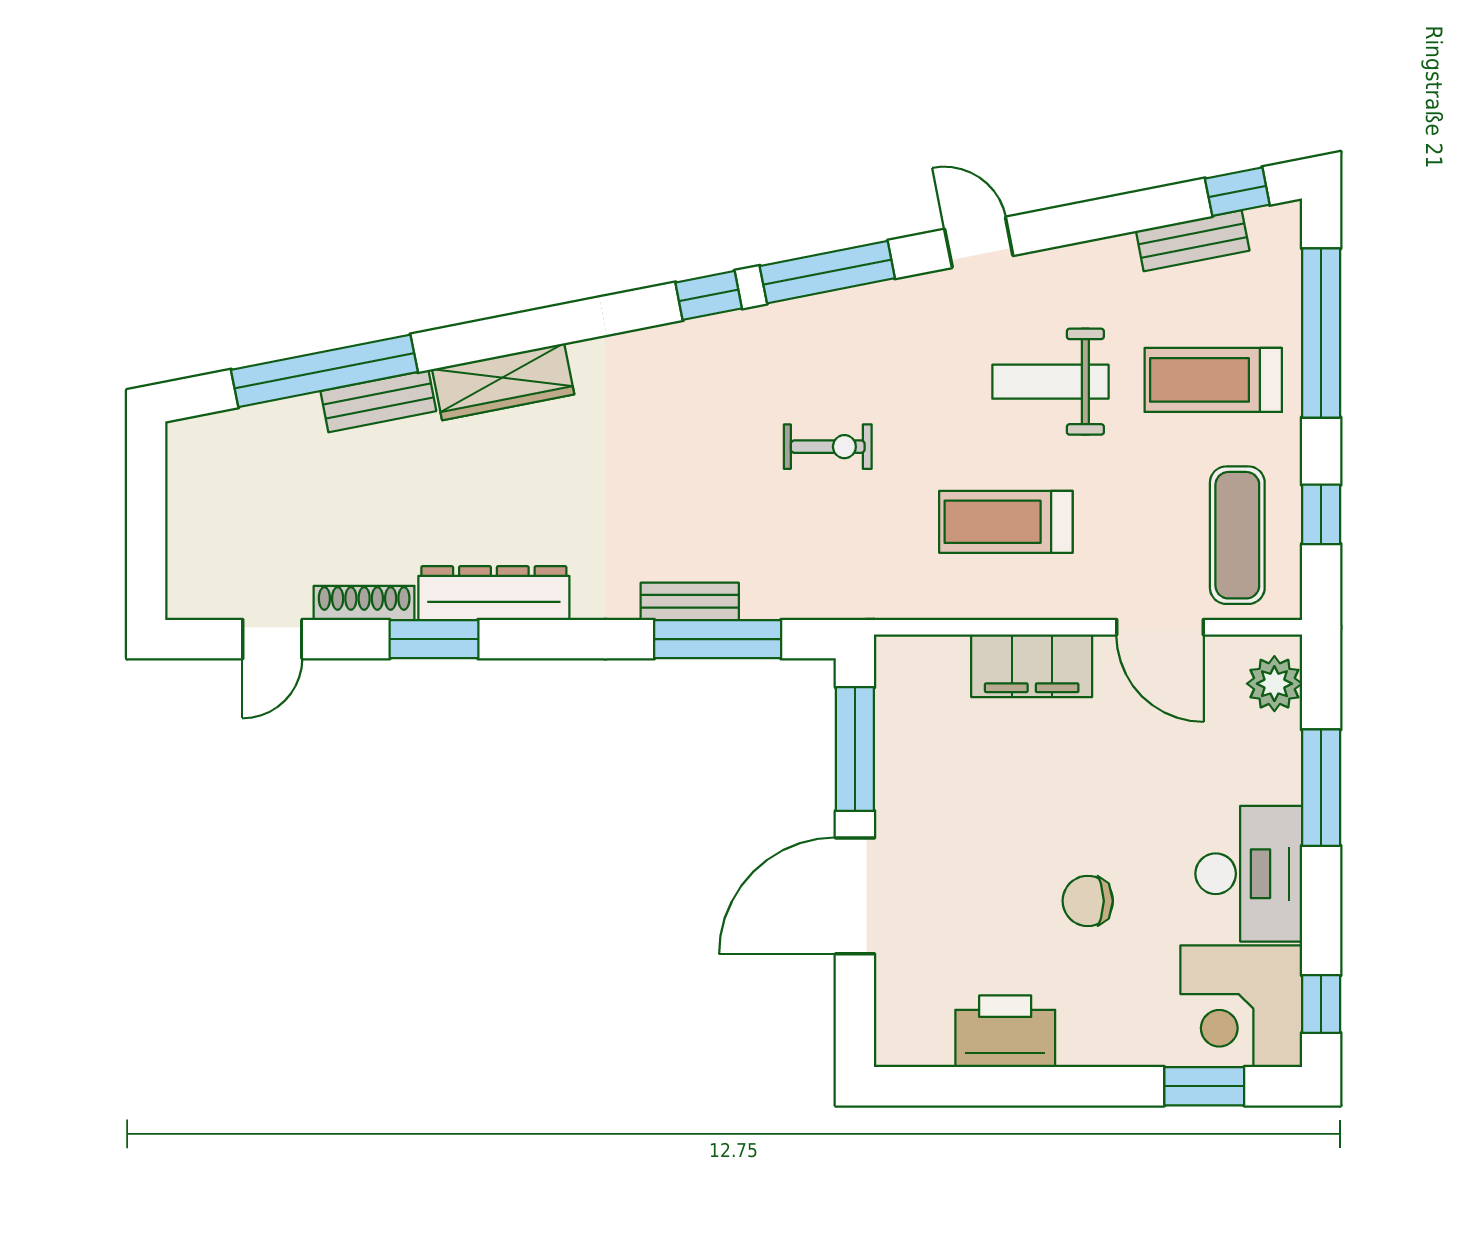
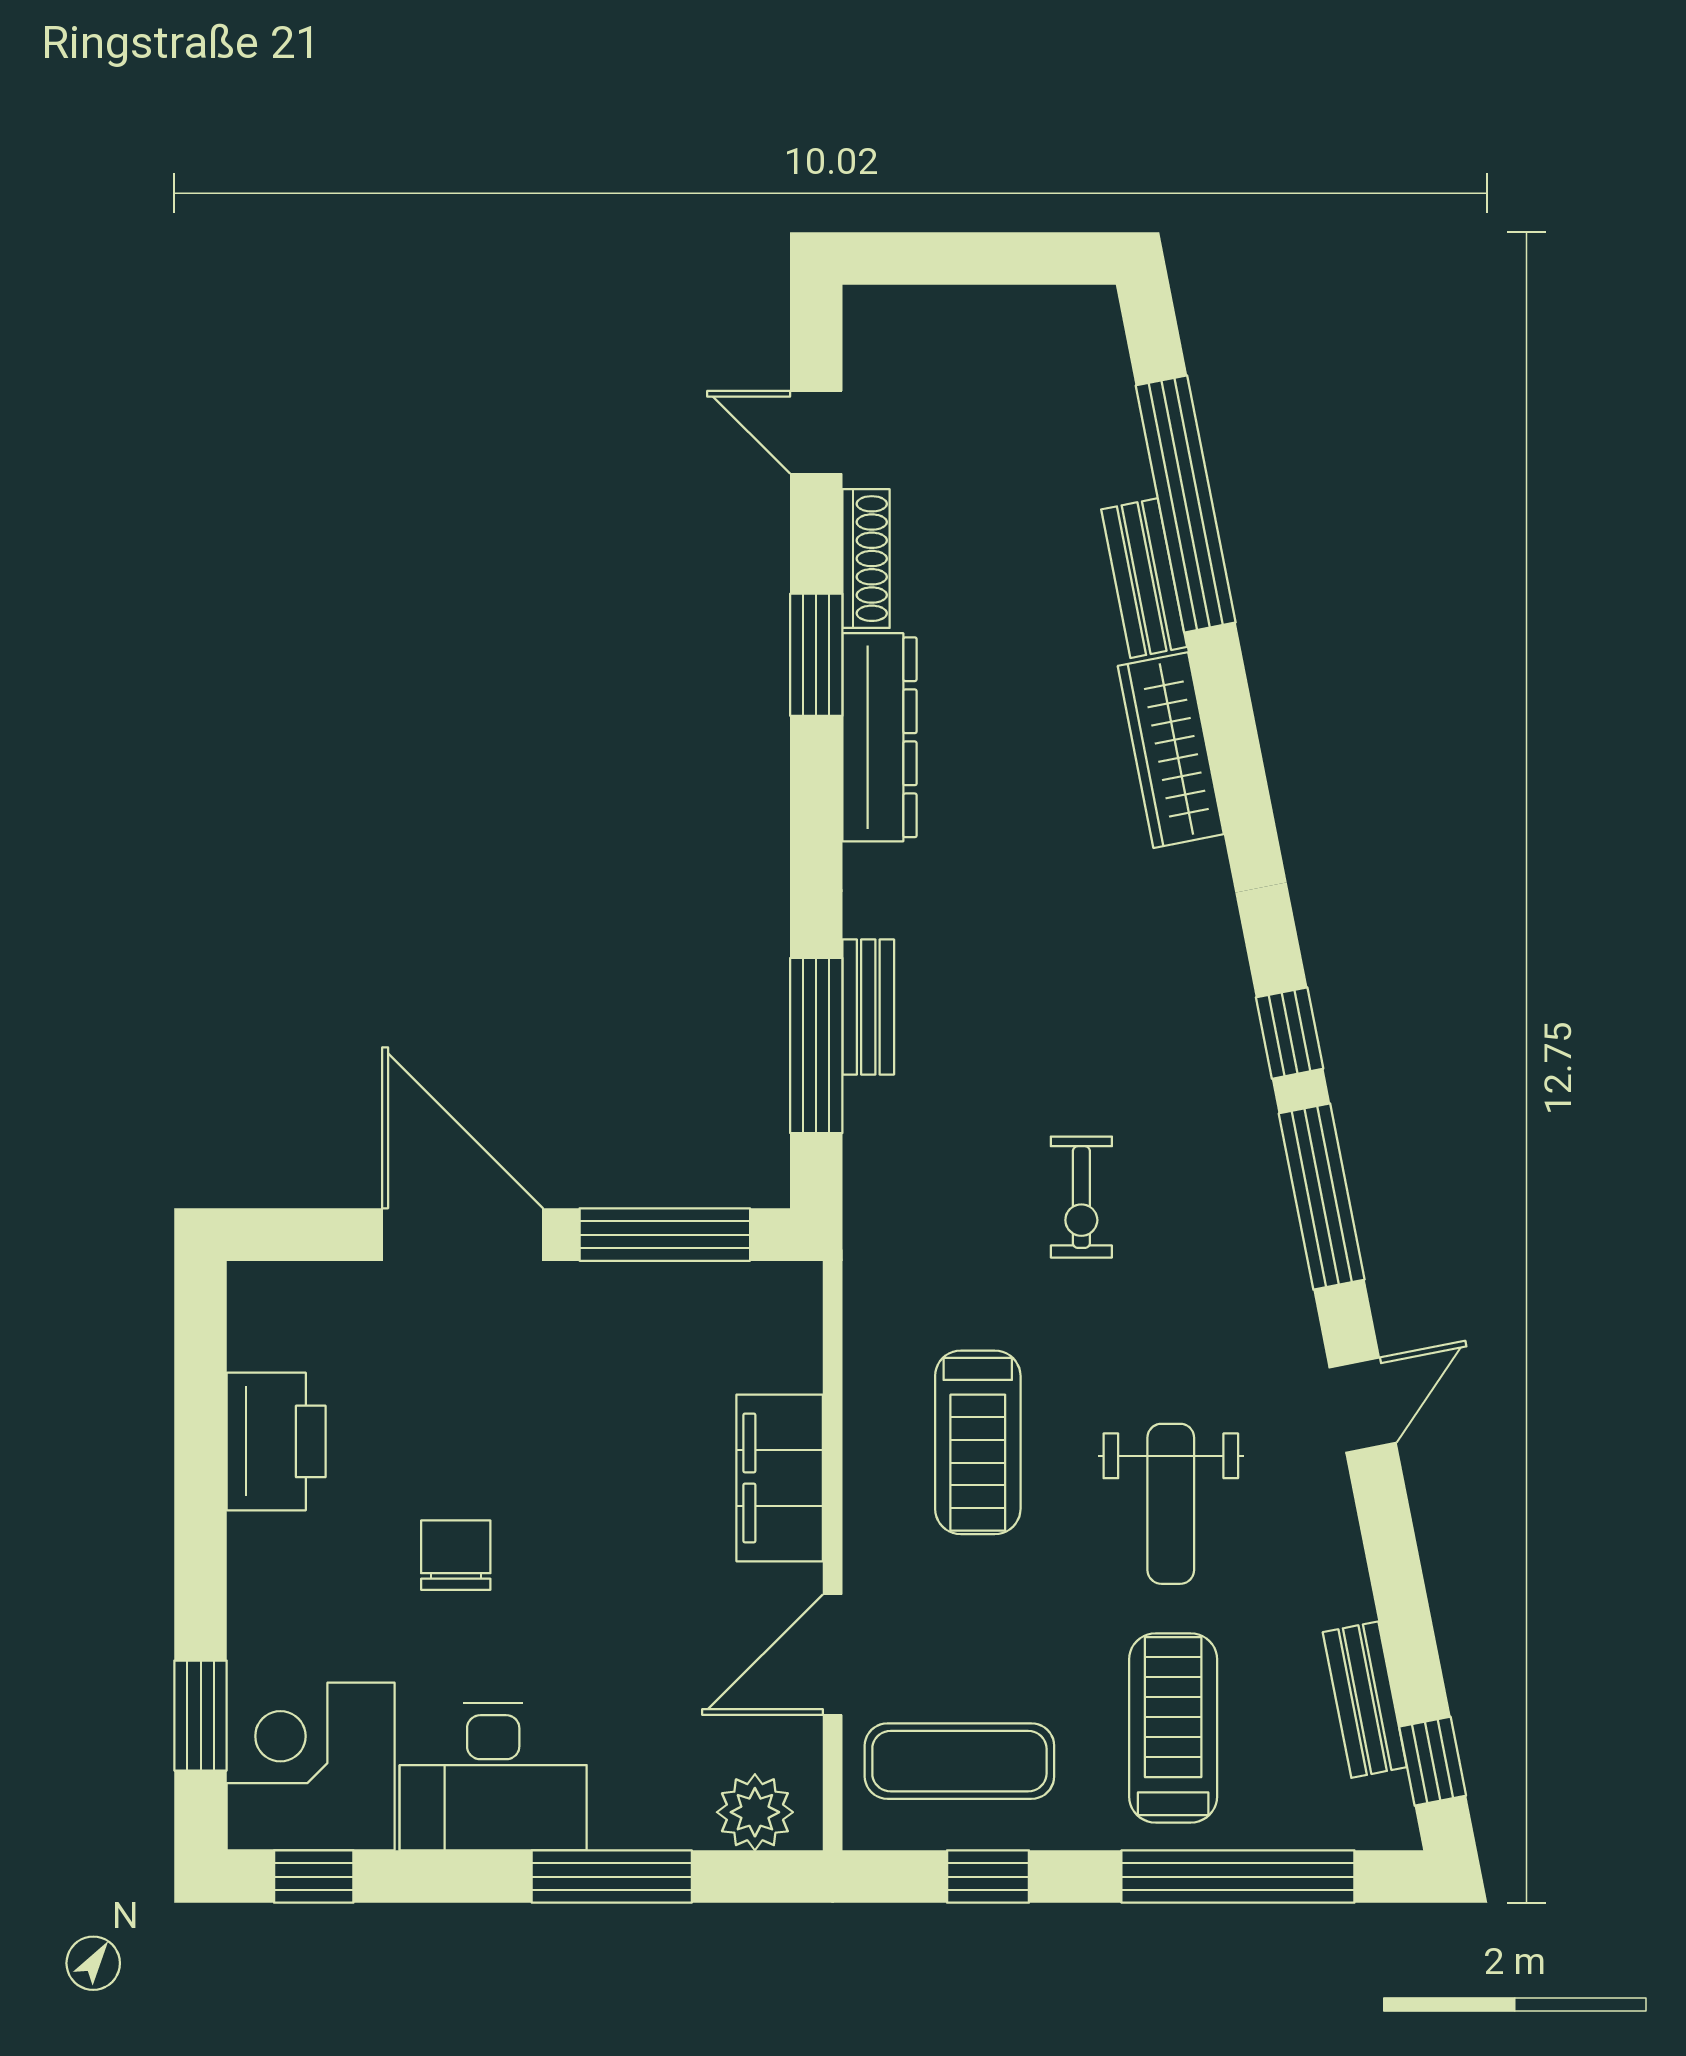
weight bench: (1050, 382) -> (1171, 1504), turned 180
treadmill: (1006, 522) -> (978, 1442), turned 180

